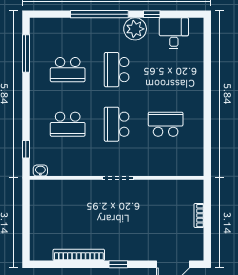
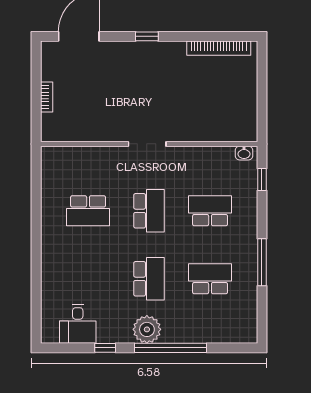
plant: (135, 29) -> (147, 329), moved
window: (26, 53) -> (262, 262), moved
bookcase: (79, 255) -> (219, 48), moved

